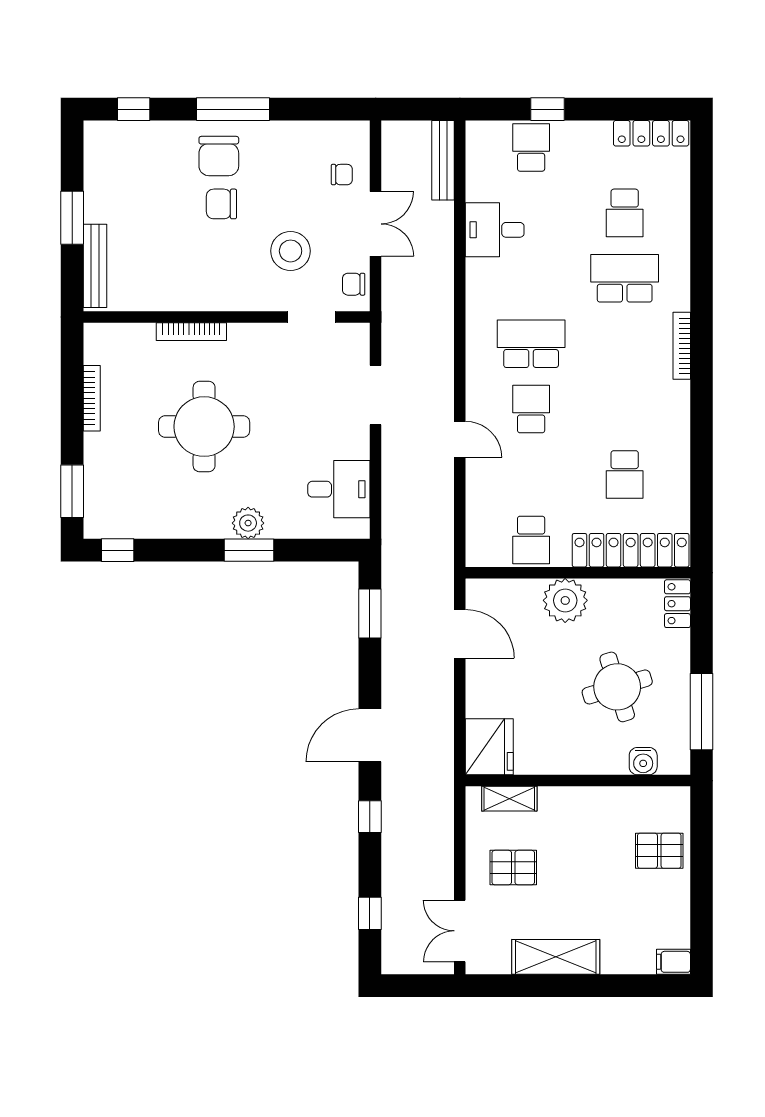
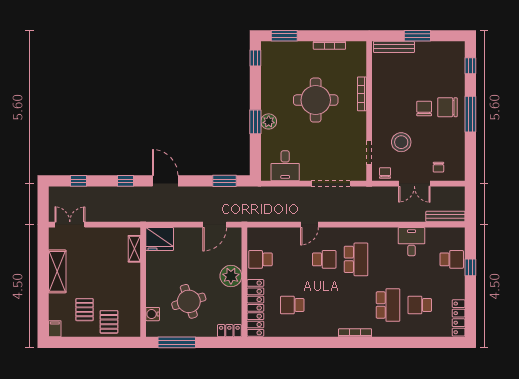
doorway: (376, 395) -> (331, 184), width x1.36
pallet: (513, 868) -> (84, 310), moved

